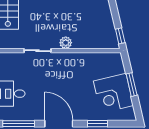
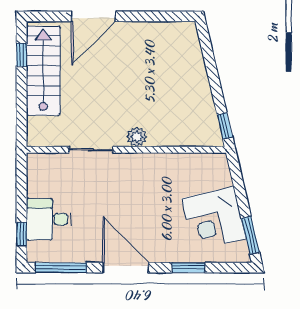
window: (132, 85) -> (250, 235), moved

